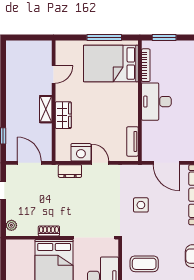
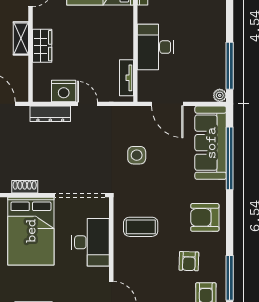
desk: (156, 102) -> (155, 47), moved
dresser: (70, 171) -> (50, 114), width x1.44

